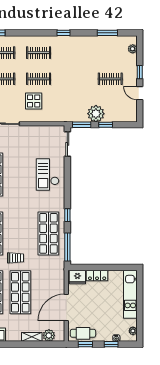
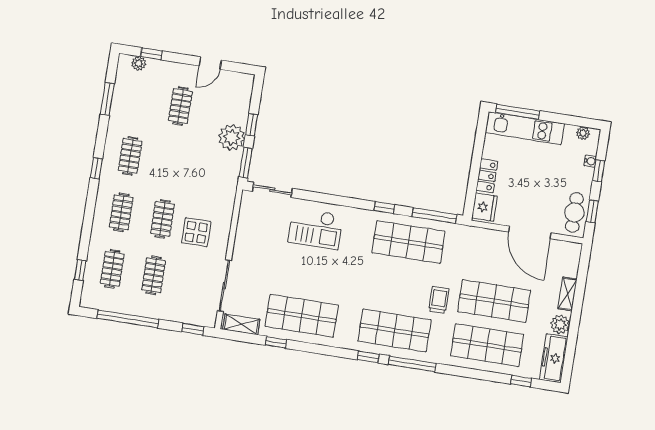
clothes rail: (74, 53) -> (130, 156), added
window: (140, 72) -> (151, 54), moved
window: (140, 288) -> (518, 112), added
plant: (49, 335) -> (560, 324), moved

